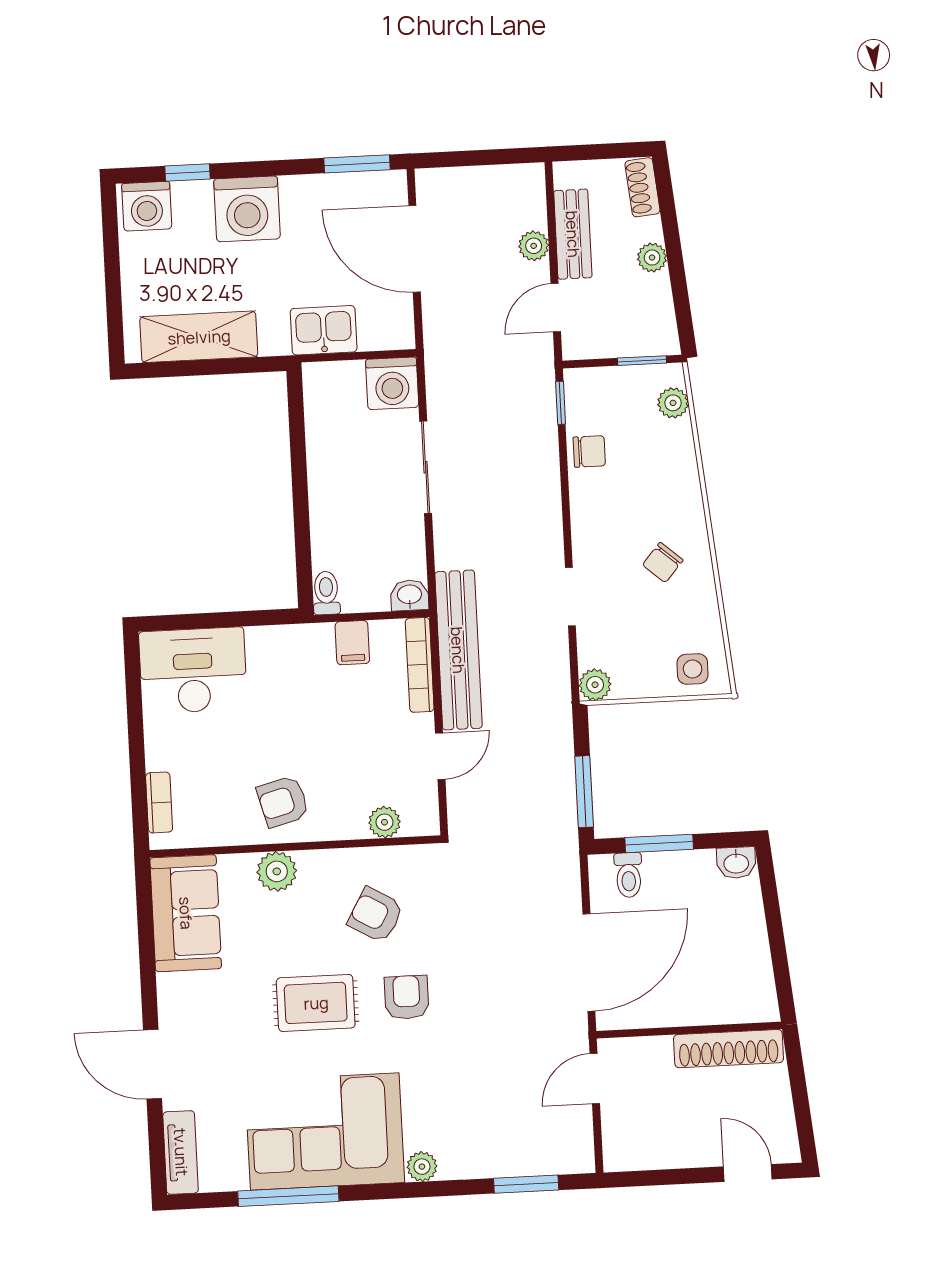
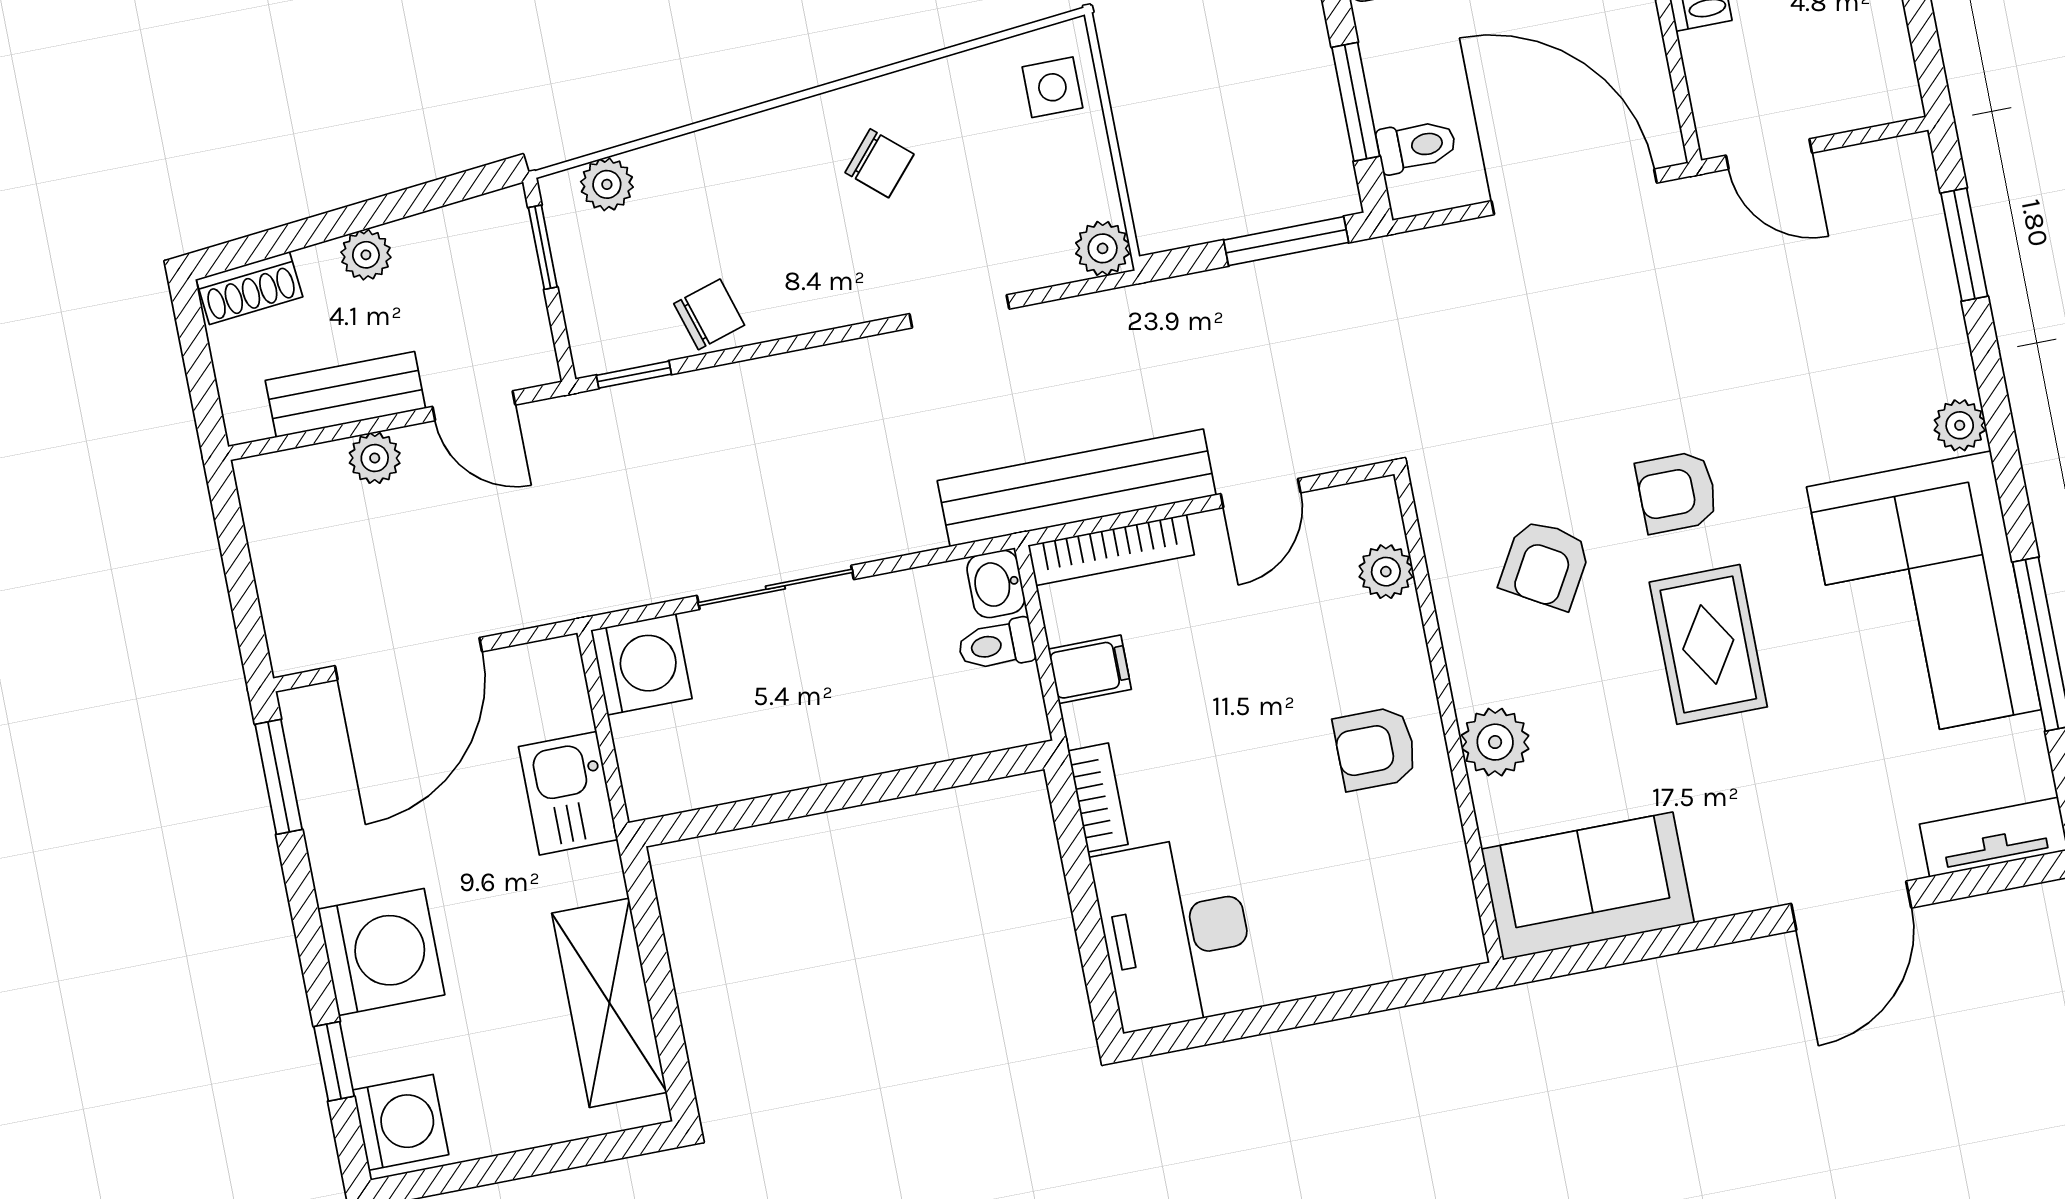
chair: (589, 451) -> (709, 314), turned 73
toilet: (326, 593) -> (996, 645), moved
door: (440, 756) -> (1261, 493), swing flipped
armchair: (283, 801) -> (1375, 749), turned 105
bookcase: (159, 802) -> (1098, 798), moved, turned 90

